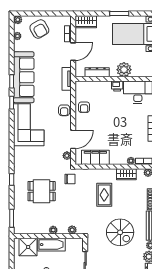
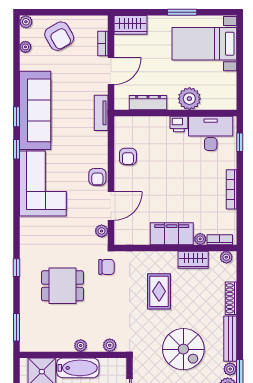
armchair: (64, 110) -> (97, 177), moved
filing cabinet: (95, 157) -> (172, 234), moved

